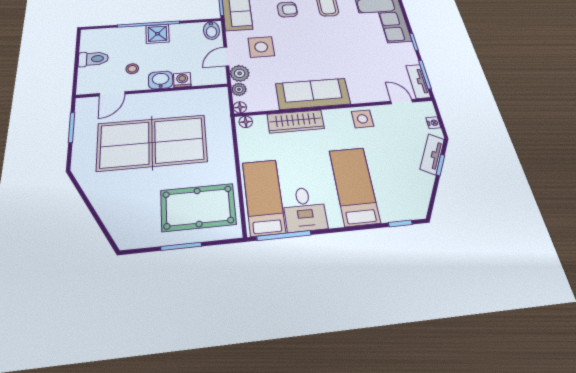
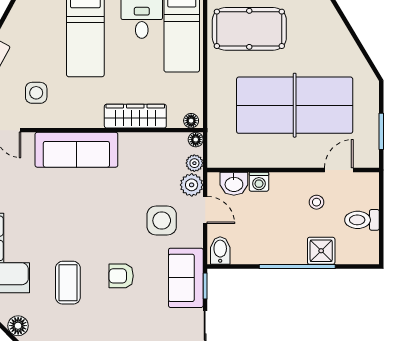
shower: (158, 34) -> (321, 251), moved
door: (226, 57) -> (205, 210), hinge flipped
washbasin: (161, 80) -> (234, 184), moved
sofa: (313, 94) -> (76, 150), moved
side table: (362, 119) -> (36, 93), moved

